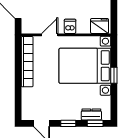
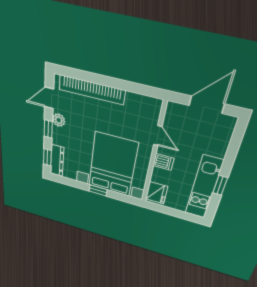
bookcase: (27, 62) -> (92, 90), moved
dresser: (91, 114) -> (57, 161), width x1.44
plant: (58, 115) -> (59, 120), added

